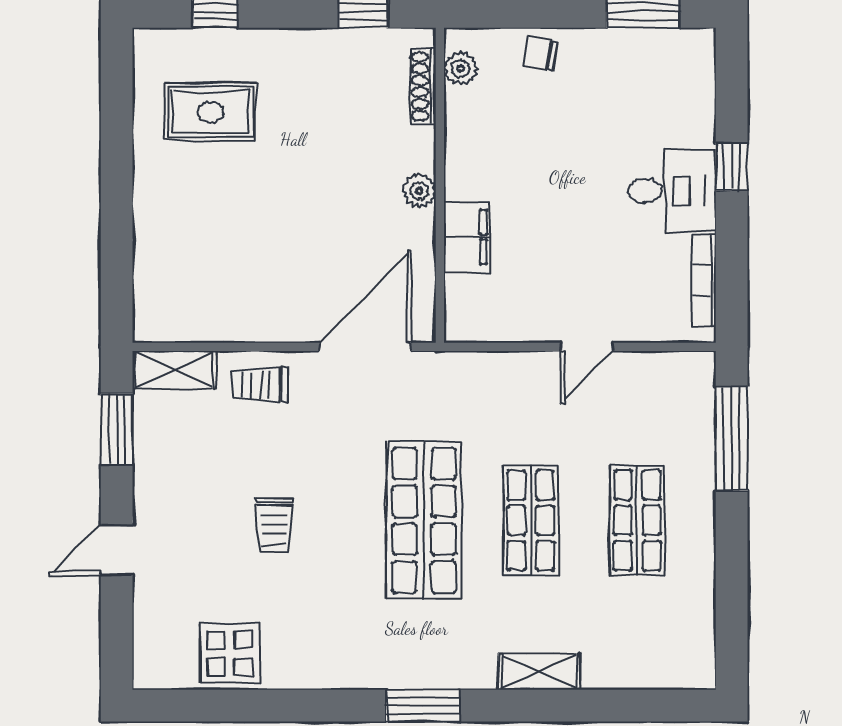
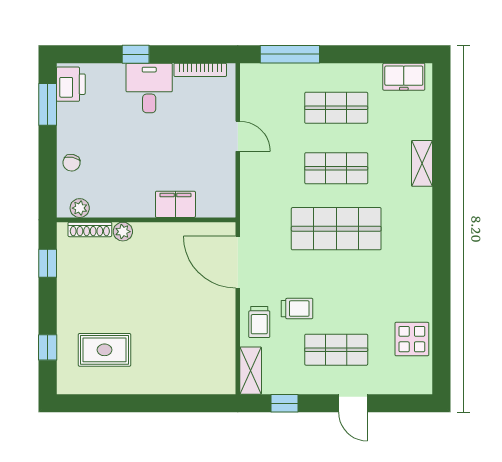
printer: (679, 53) -> (71, 84), added
rug: (211, 112) -> (104, 350), turned 90
plant: (419, 191) -> (123, 232), moved
window: (117, 429) -> (284, 403), width x0.67
shop shelf: (211, 520) -> (336, 350), added
trolley: (274, 525) -> (297, 309), moved
freezer: (692, 639) -> (404, 77), added
window: (423, 706) -> (441, 229), removed

